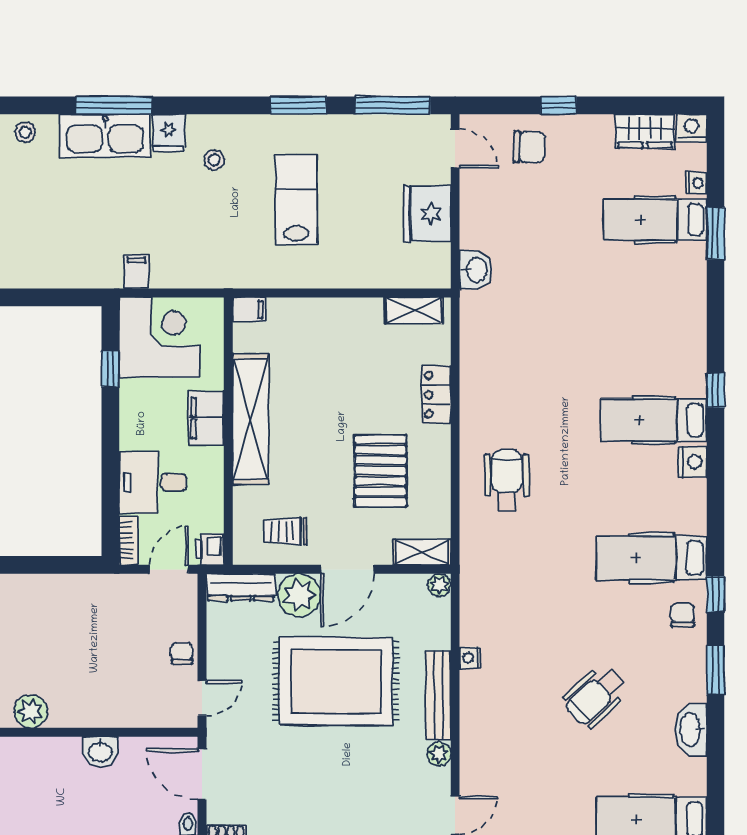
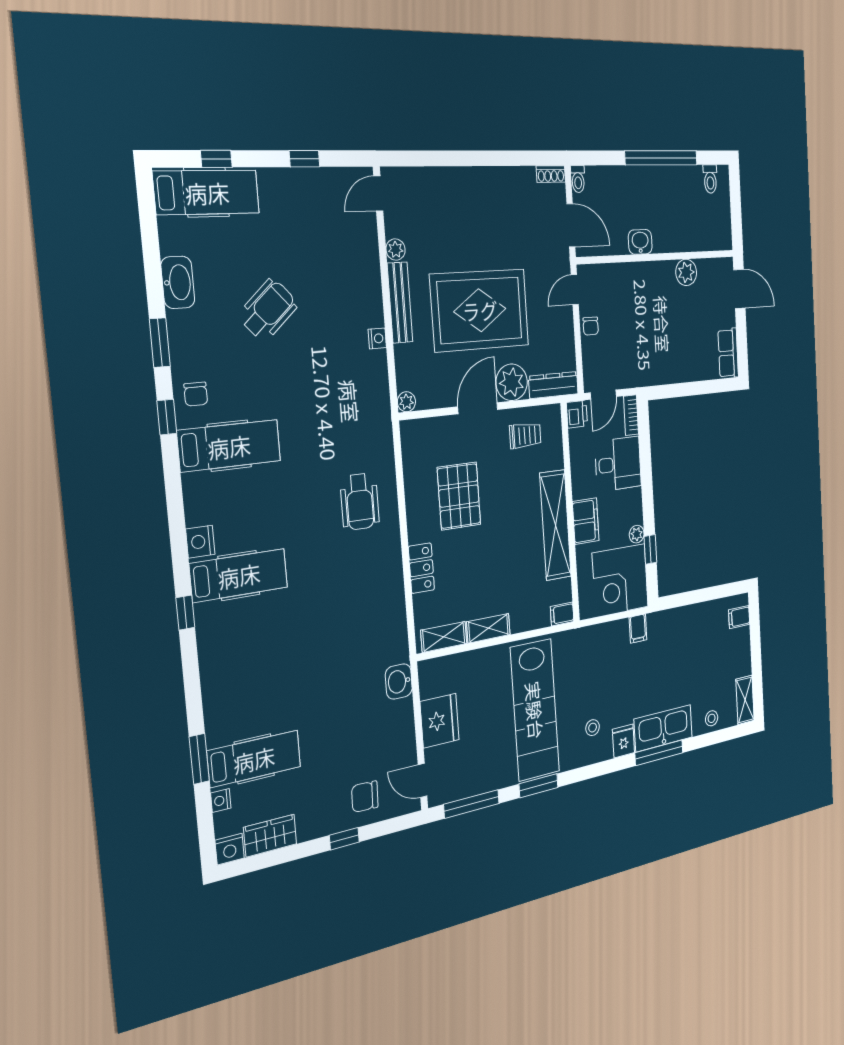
lab bench: (296, 199) -> (535, 710), width x1.86, depth x1.39
plant: (130, 391) -> (637, 534), added
shelving: (422, 552) -> (488, 628), moved

